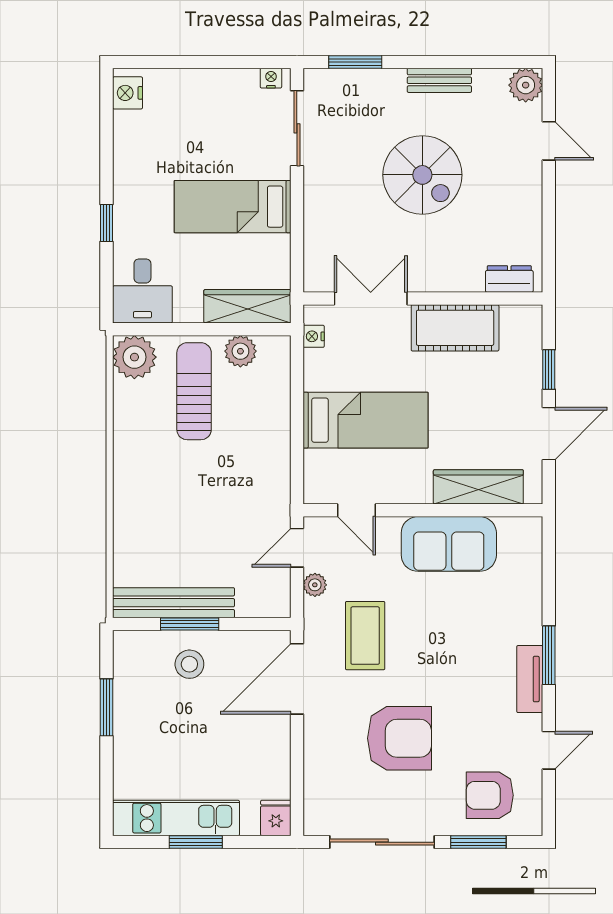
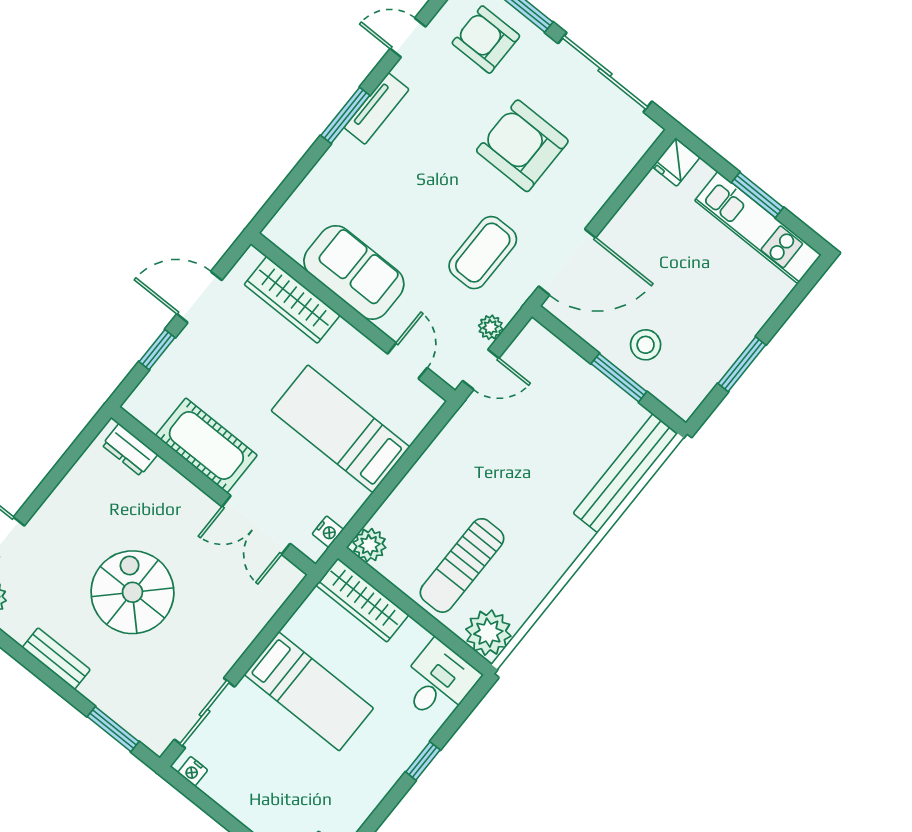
plant: (240, 351) -> (369, 545), moved
bench: (174, 603) -> (625, 473), moved, turned 90
armchair: (490, 795) -> (486, 40), turned 180

